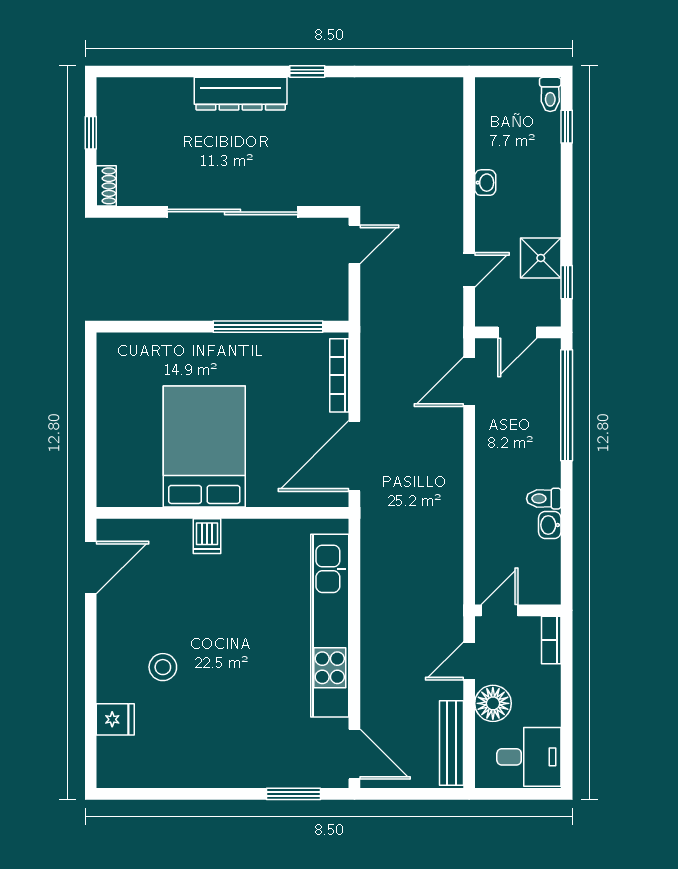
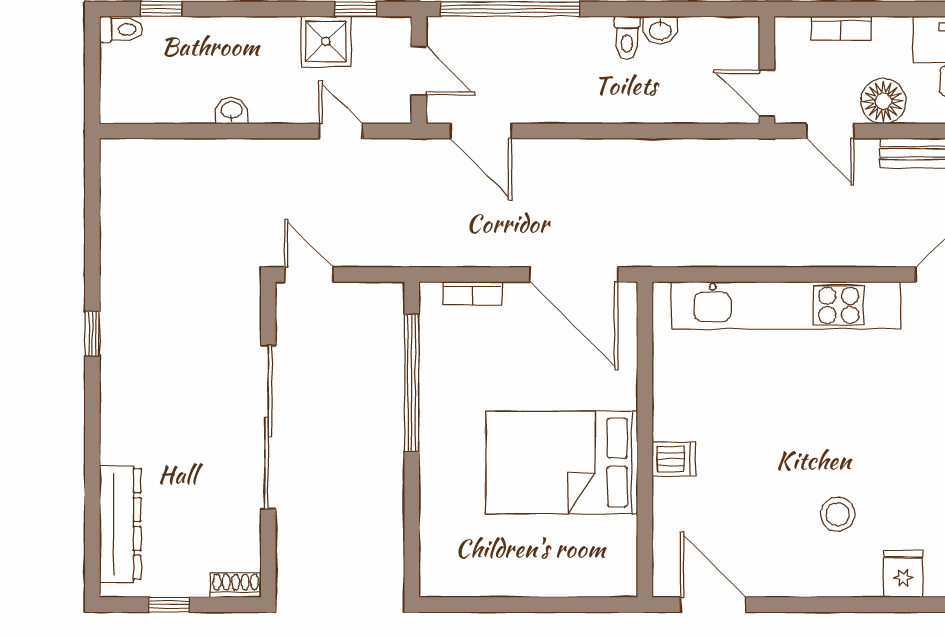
dresser: (241, 94) -> (120, 524), moved
bookcase: (339, 375) -> (473, 293), width x0.64
bookcase: (551, 640) -> (841, 28), moved

